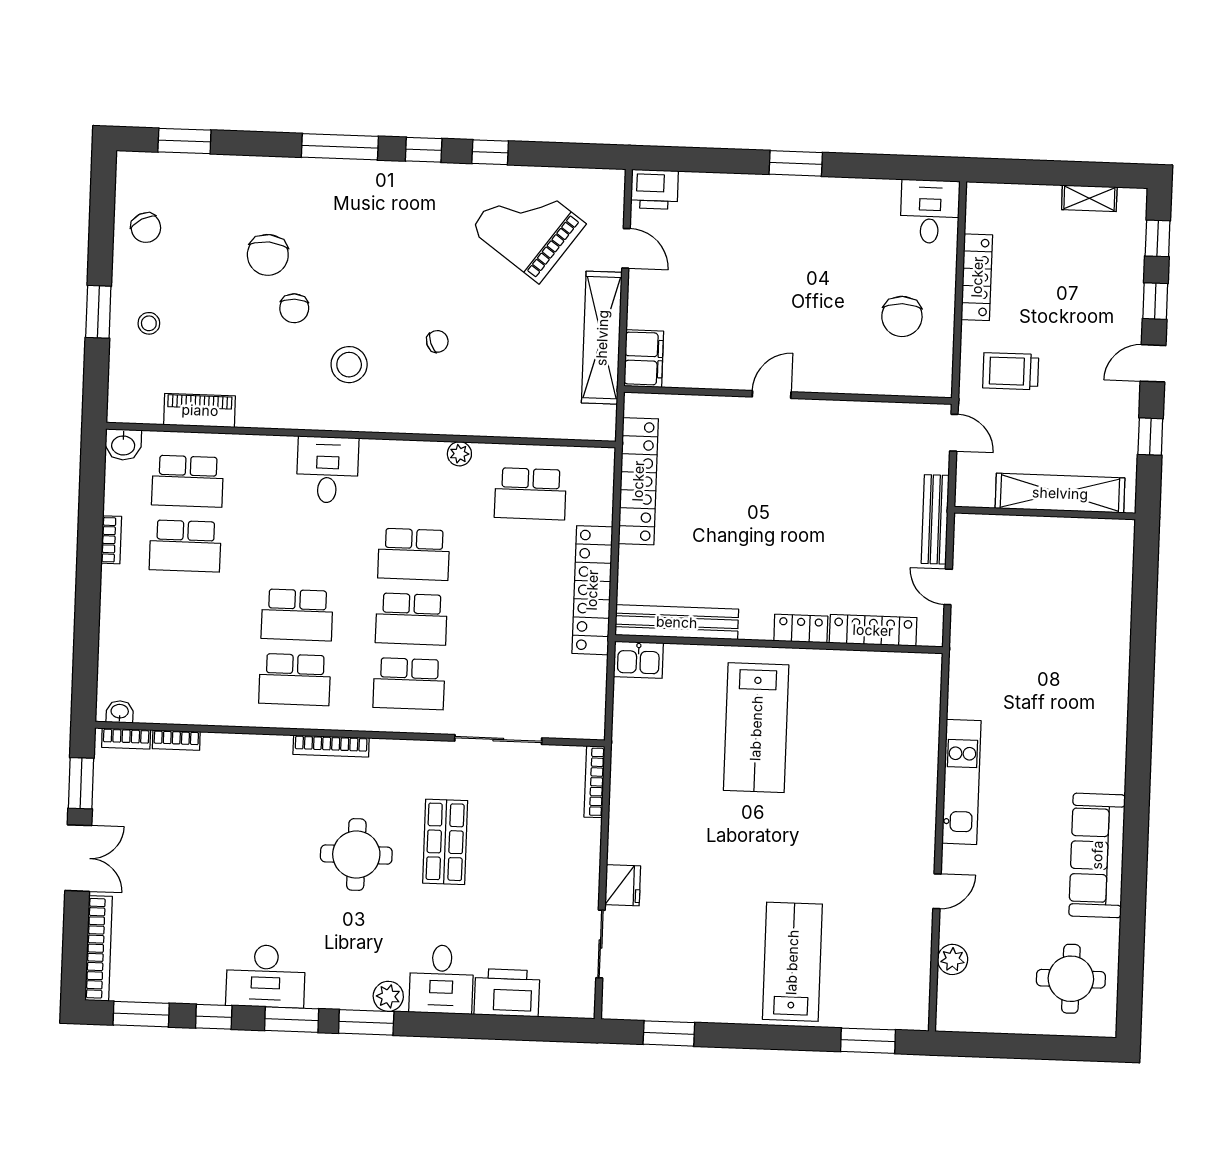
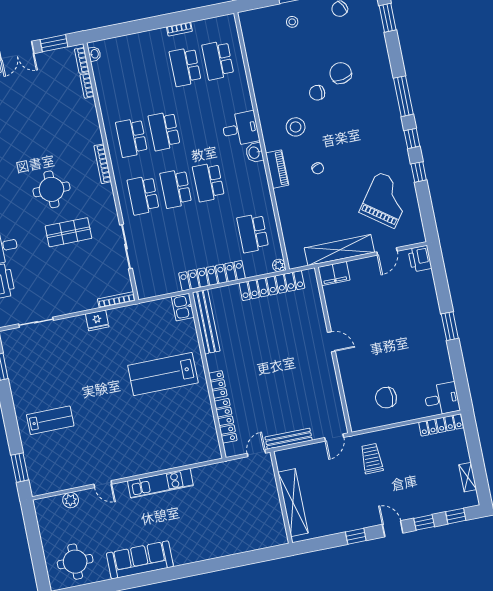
chair: (268, 255) -> (341, 73), turned 75
locker: (977, 277) -> (441, 425), moved
piano: (200, 410) -> (277, 169), moved
washbasin: (123, 445) -> (254, 153), moved
plant: (459, 454) -> (279, 265), moved
shelving: (1060, 493) -> (293, 503), moved
wall: (1045, 513) -> (281, 497), moved
fridge: (623, 885) -> (97, 320), moved
lab bench: (792, 962) -> (50, 420), width x0.73, depth x0.72

